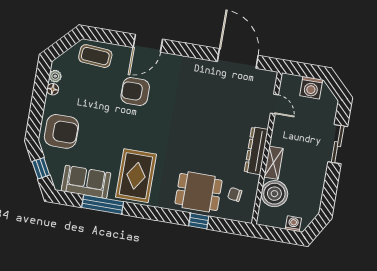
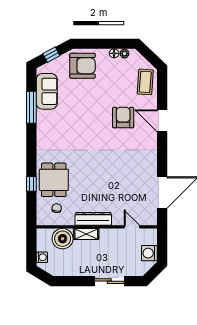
door: (274, 104) -> (132, 227), swing flipped
armchair: (61, 131) -> (83, 66), turned -90
rug: (136, 176) -> (58, 129), removed

